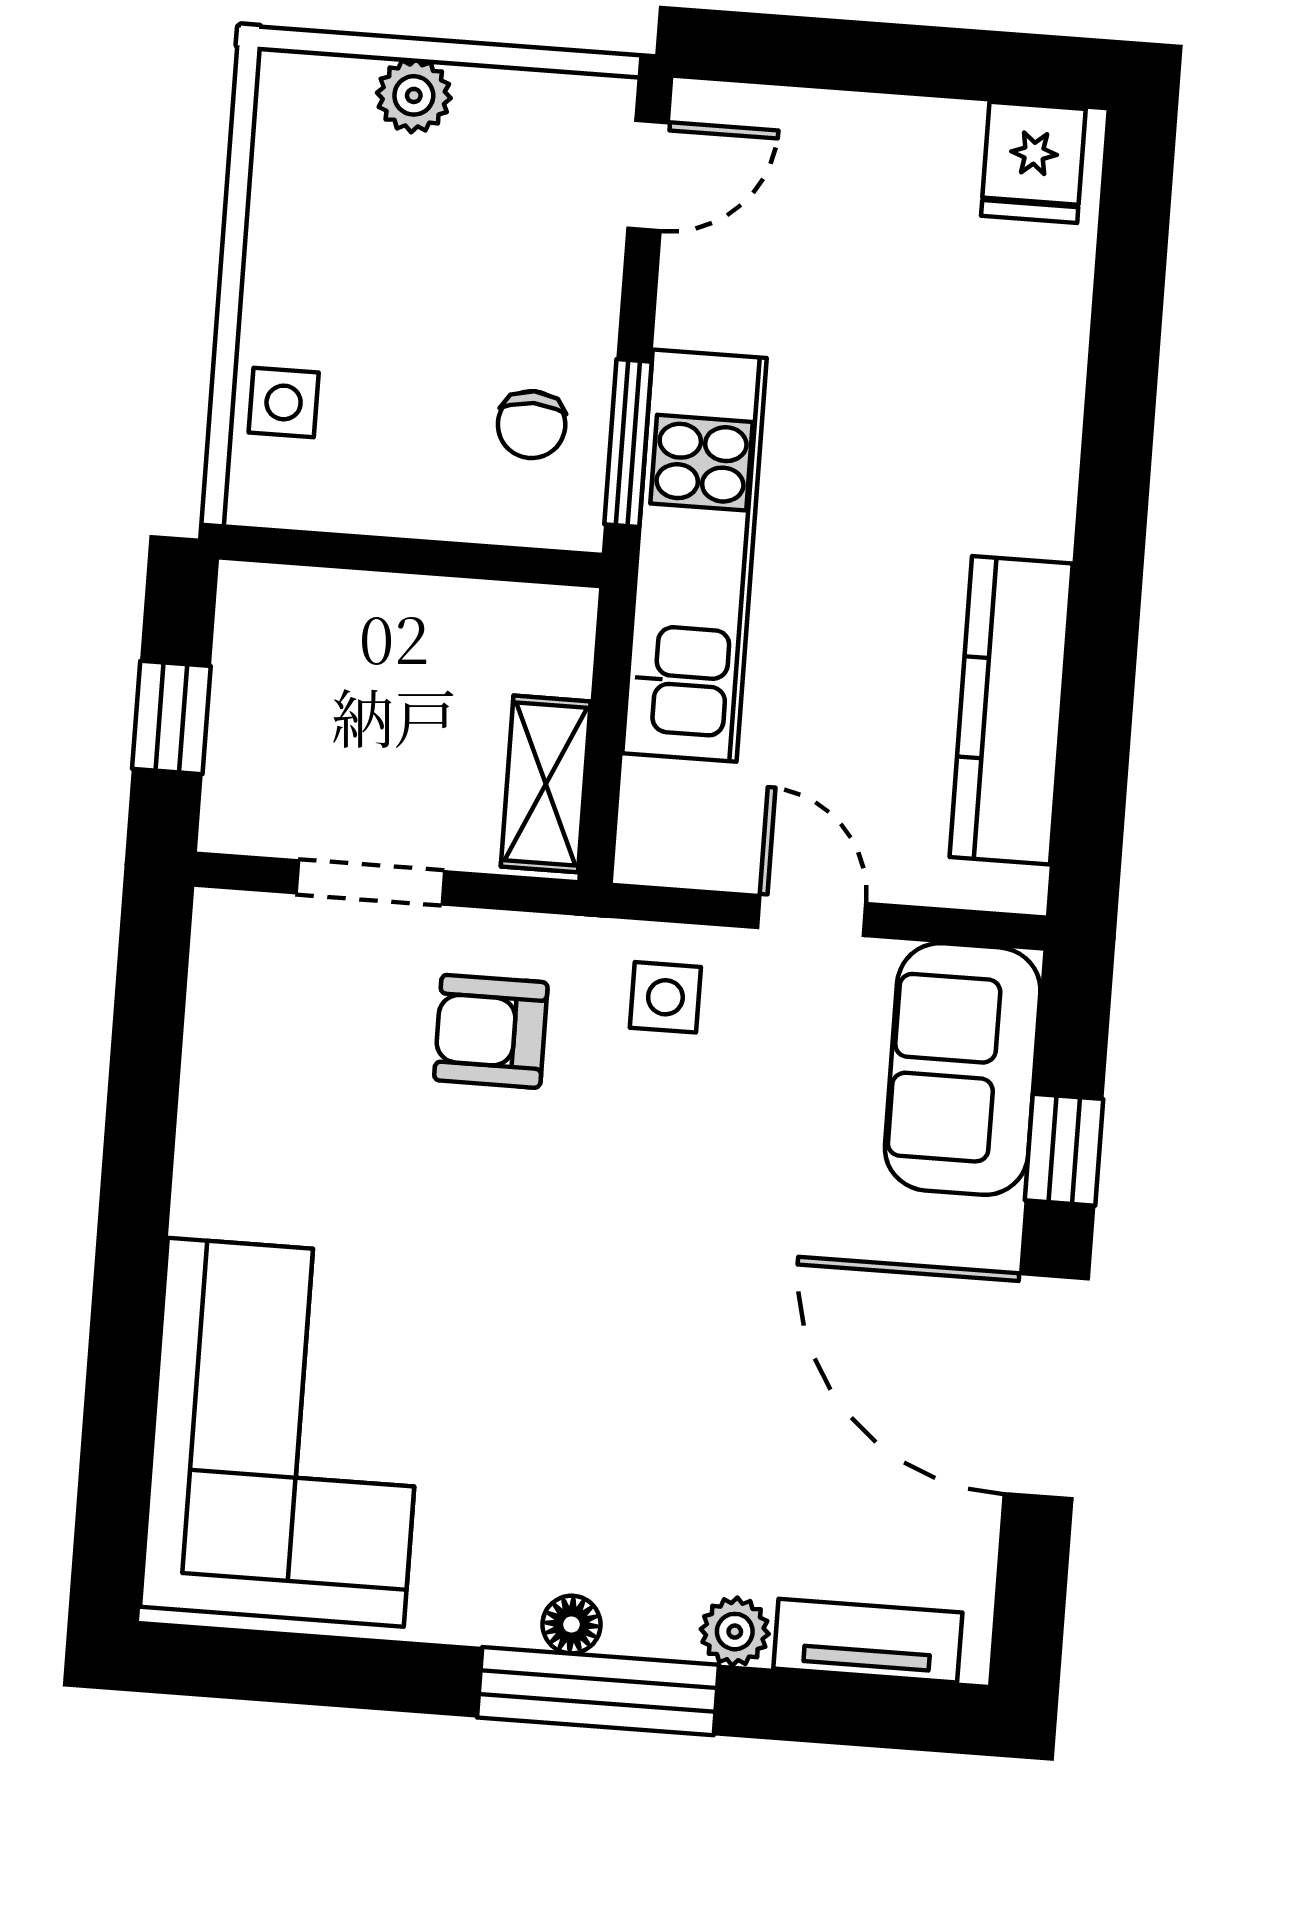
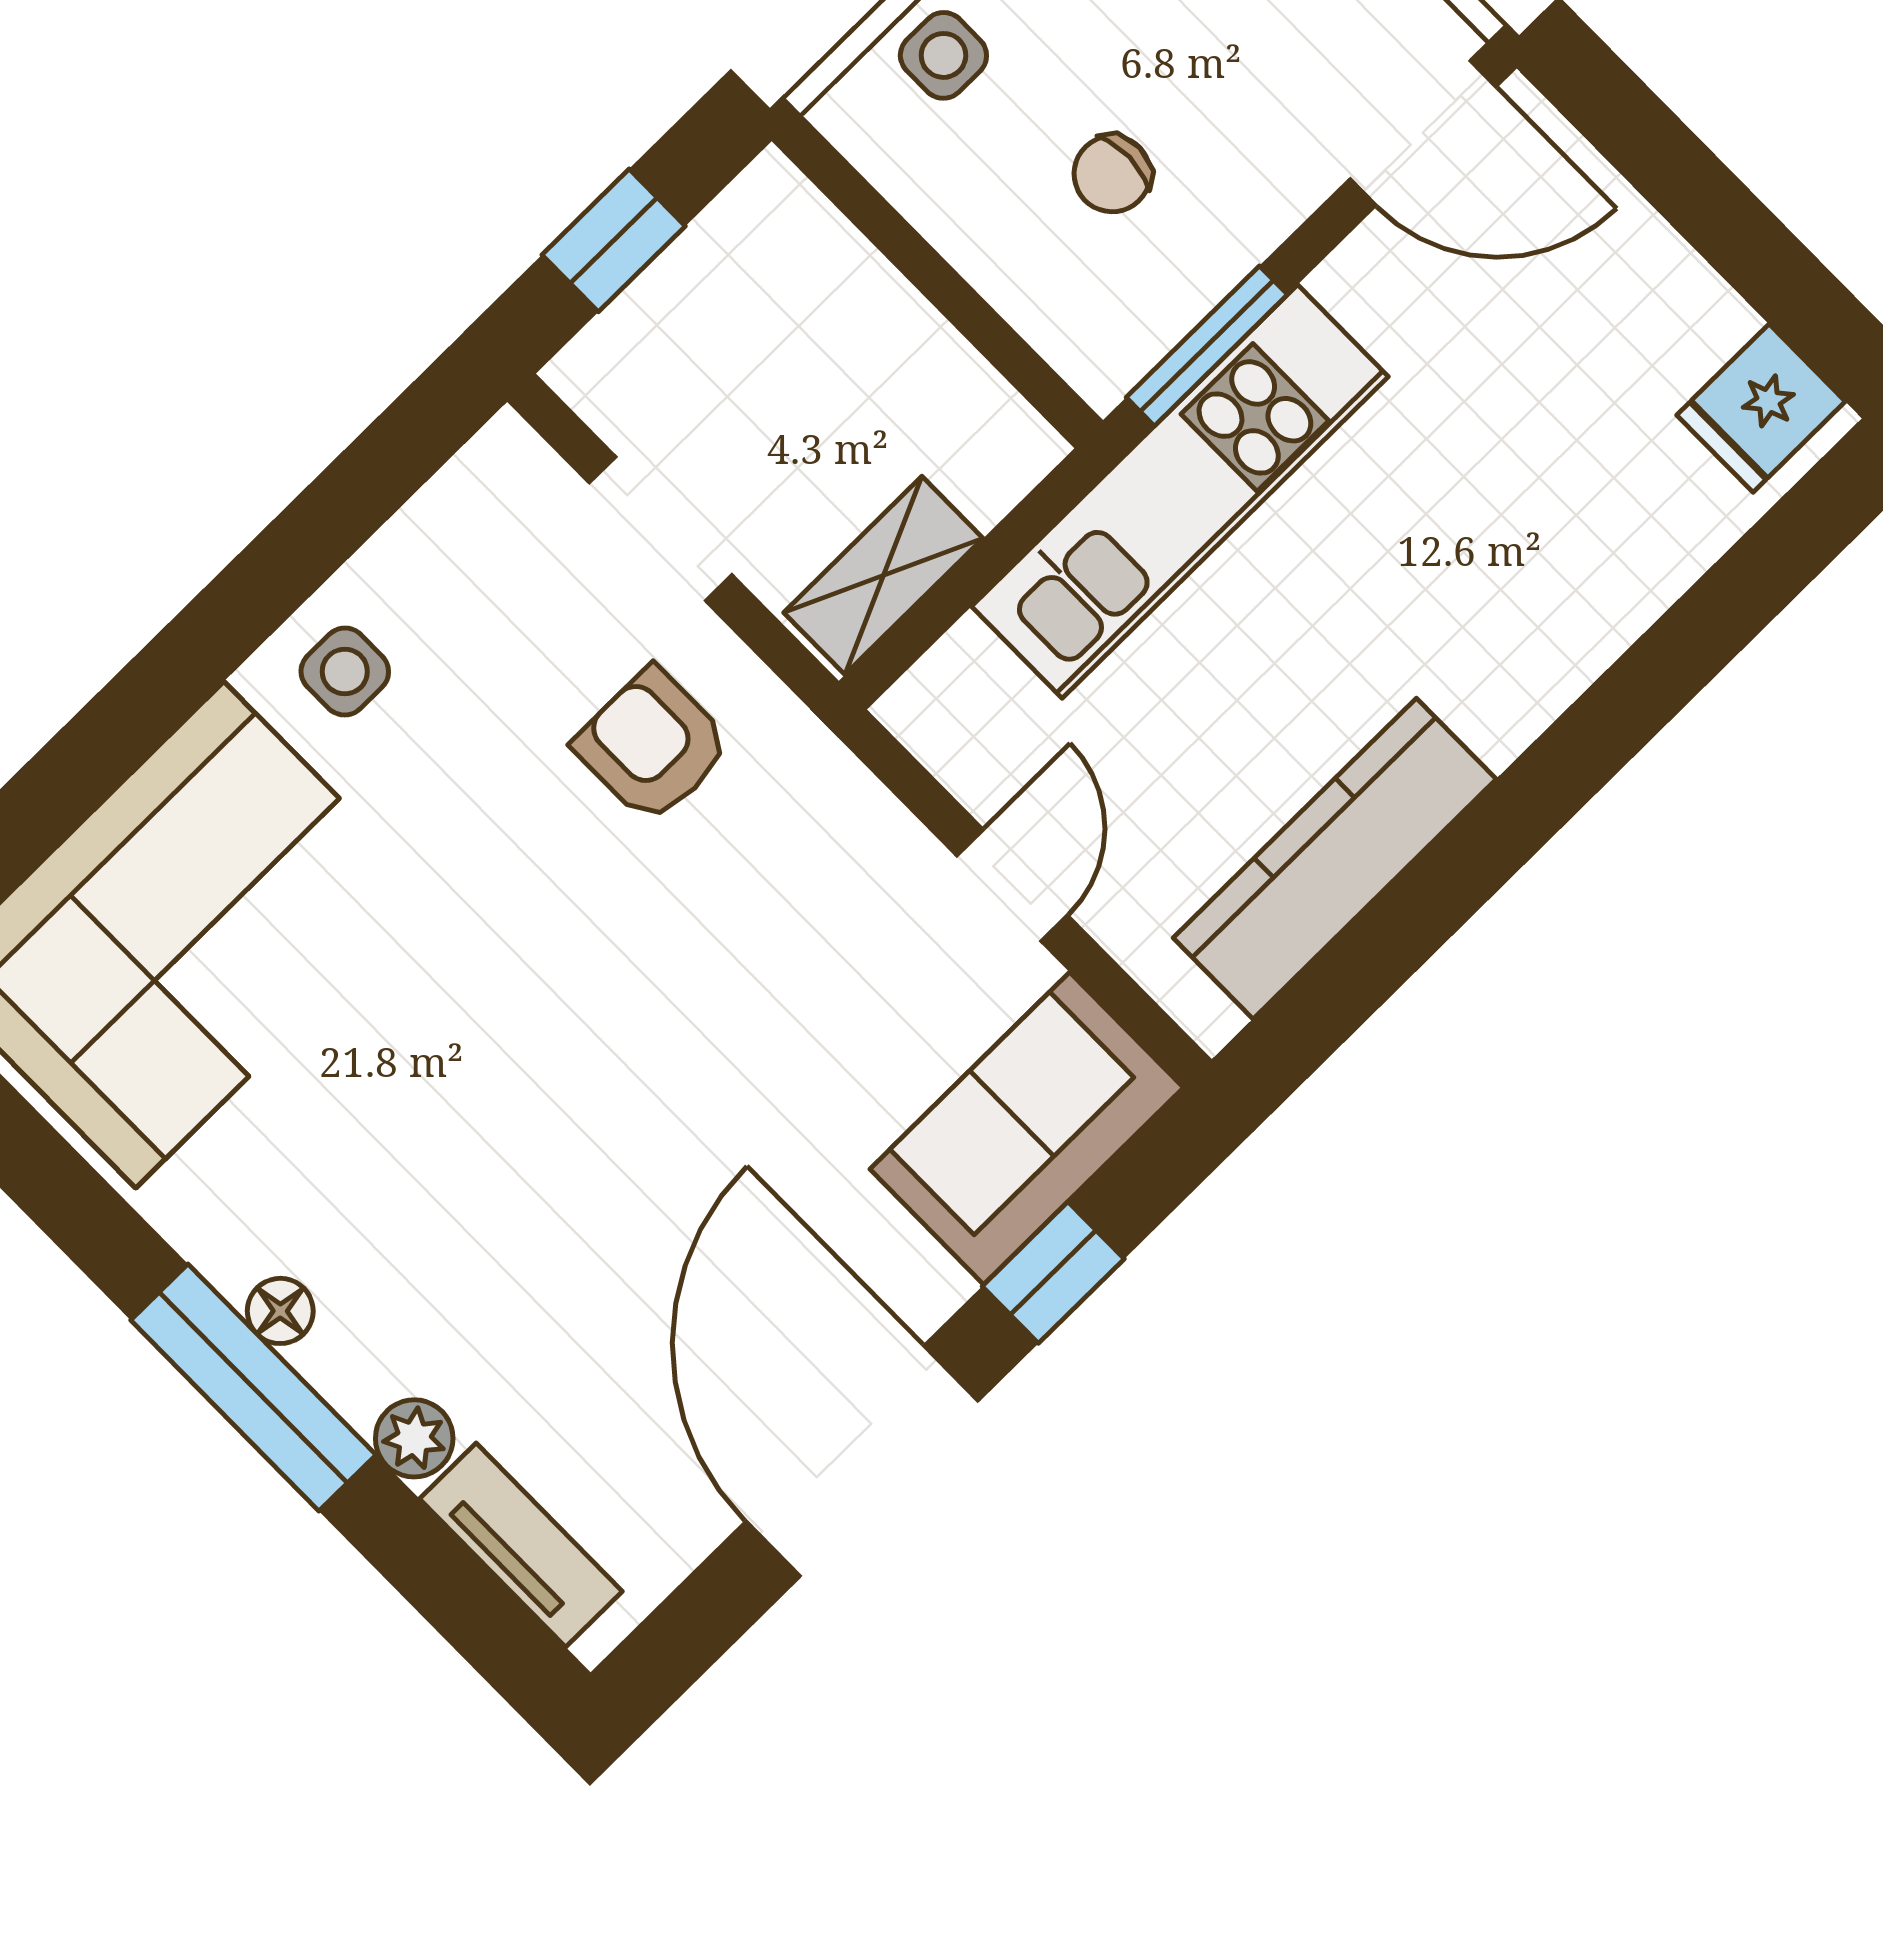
door: (648, 175) -> (1423, 133), width x1.38
chair: (532, 425) -> (1112, 174), moved
side table: (665, 997) -> (345, 672), moved

